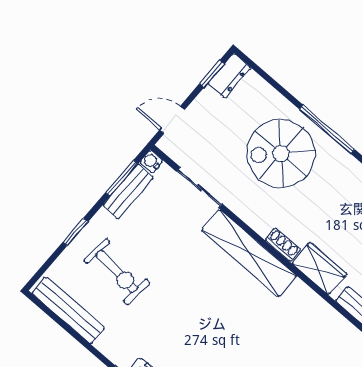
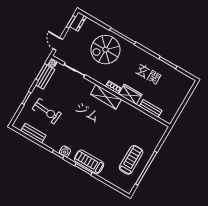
door: (172, 120) -> (58, 44), hinge flipped
shelving: (249, 253) -> (106, 97), width x0.68
bench: (68, 310) -> (33, 133), width x0.73

